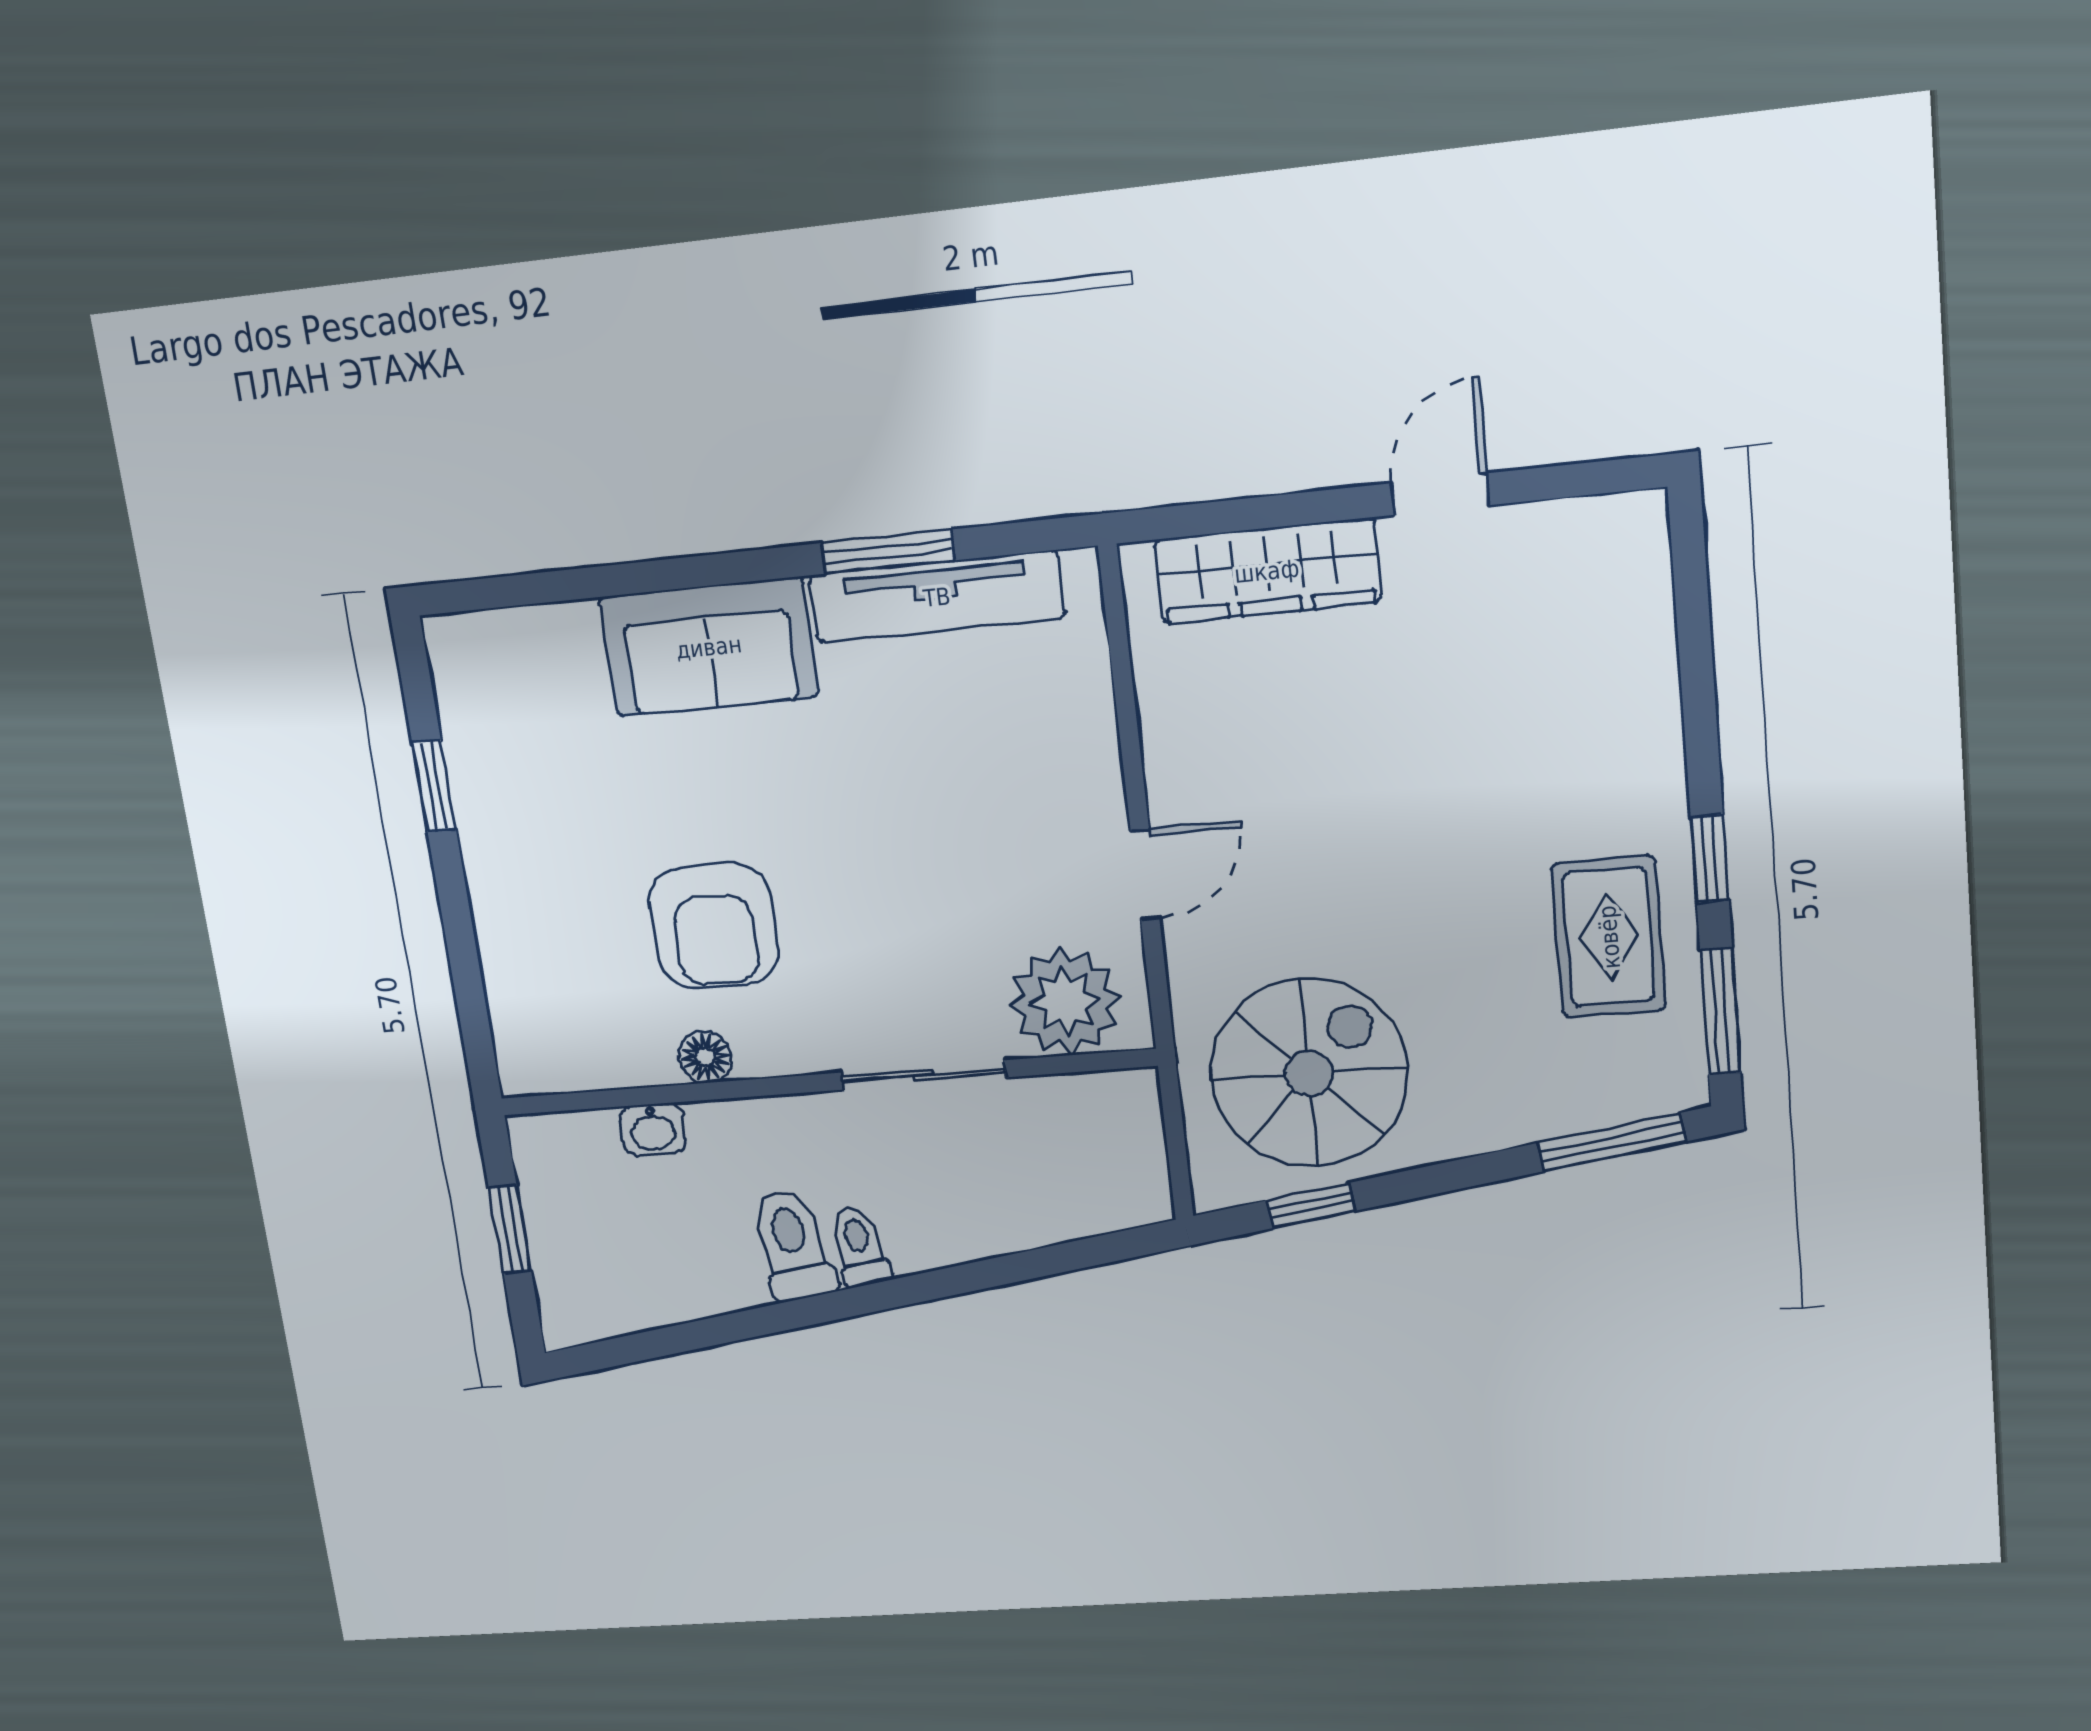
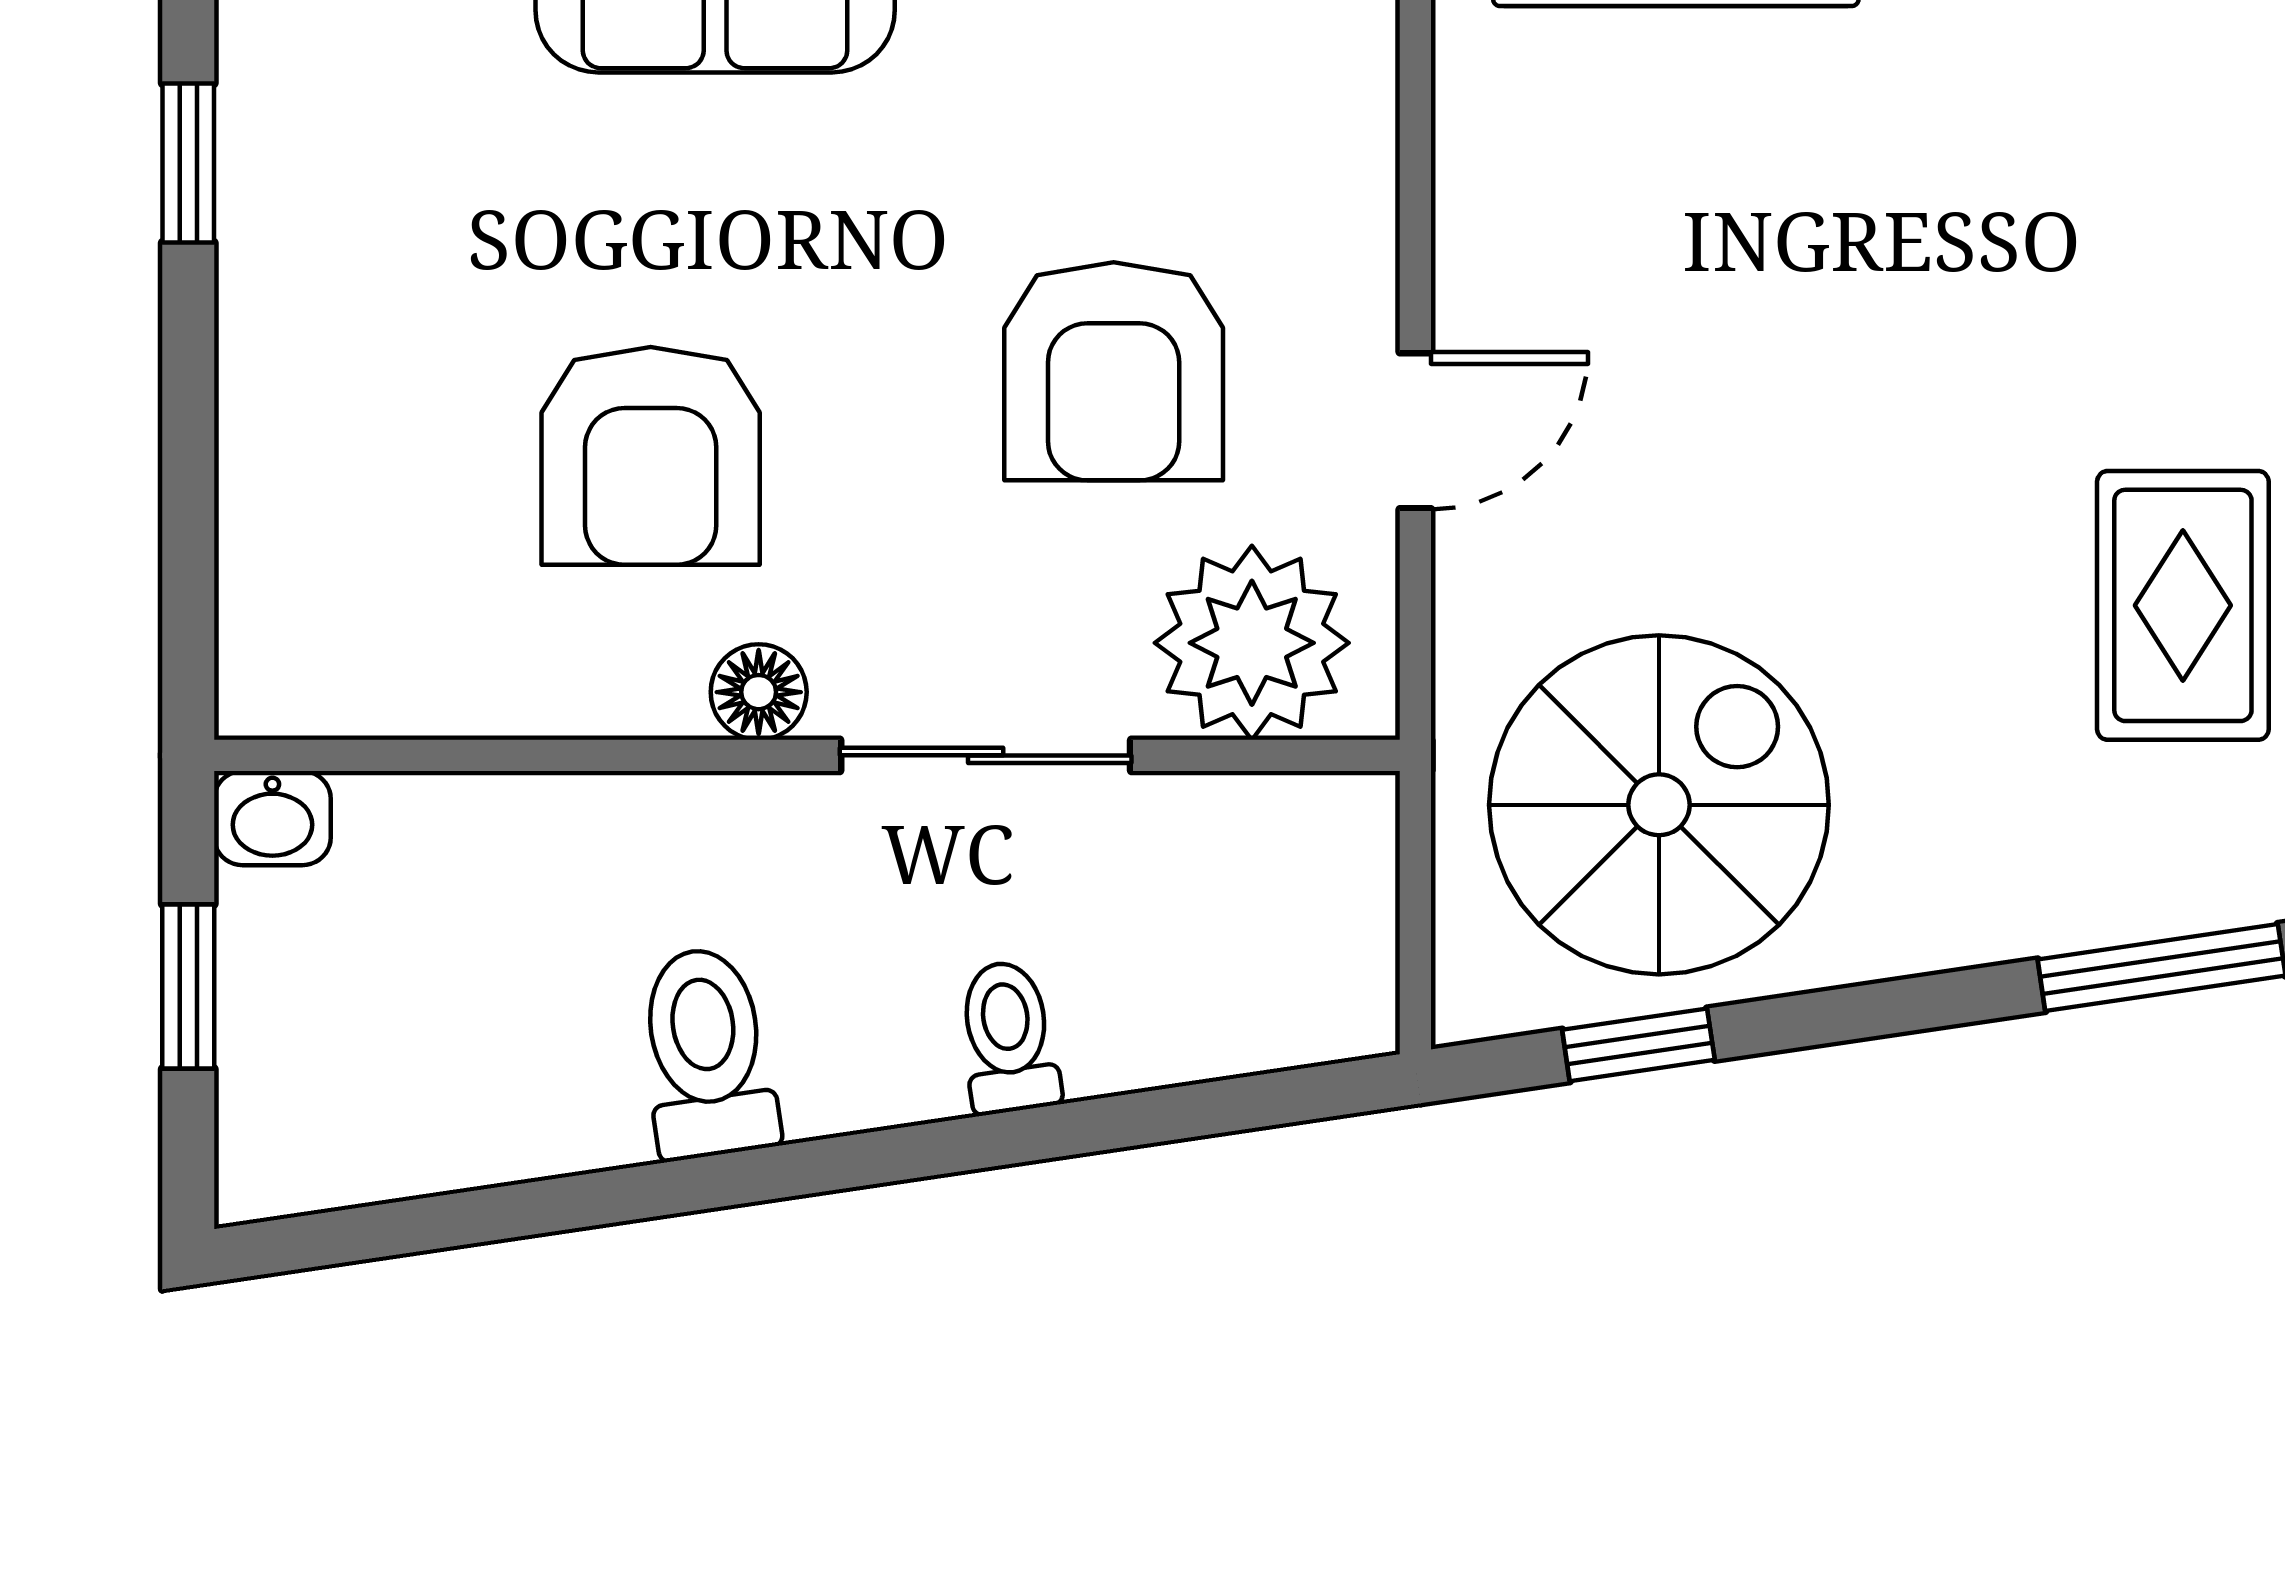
armchair: (967, 856) -> (1114, 371), added
floor lamp: (705, 1057) -> (759, 692), moved
washbasin: (653, 1129) -> (272, 818), moved
toilet: (859, 1246) -> (1008, 1037), moved

